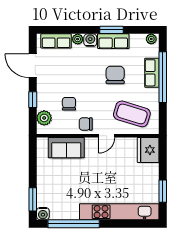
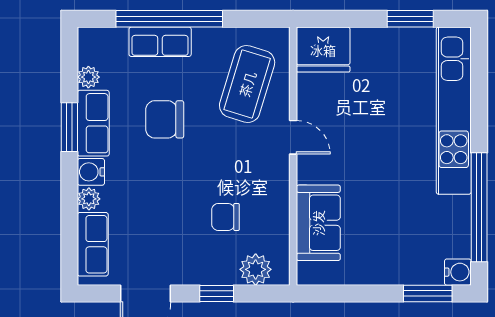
plant: (151, 39) -> (88, 77), moved
chair: (86, 124) -> (268, 182), removed

